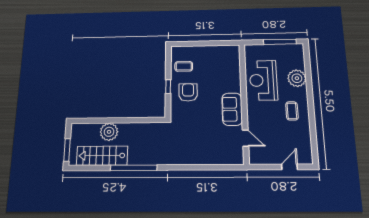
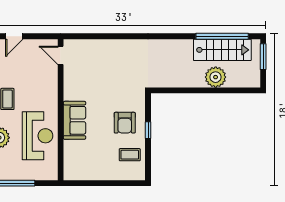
sofa: (232, 109) -> (75, 120), moved
door: (245, 138) -> (61, 55), moved
window: (134, 168) -> (222, 36), moved

